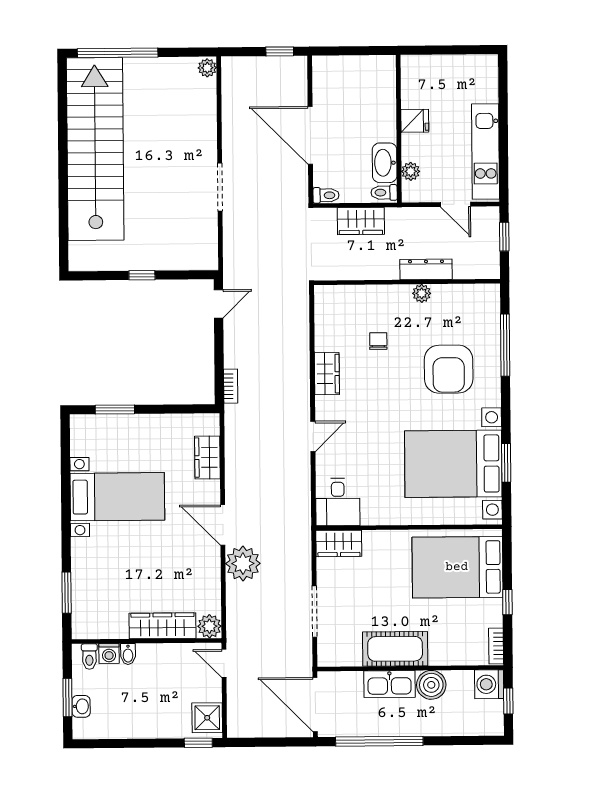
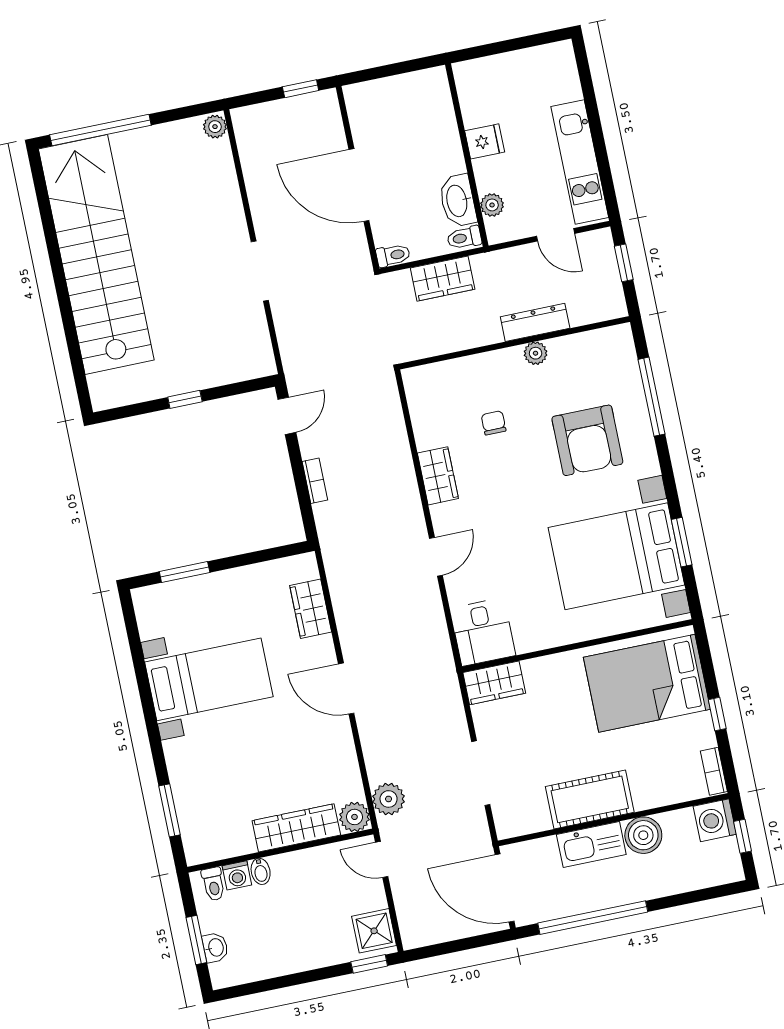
bookcase: (231, 386) -> (315, 481), moved
plant: (243, 564) -> (389, 799), moved, width x0.73, depth x0.73

